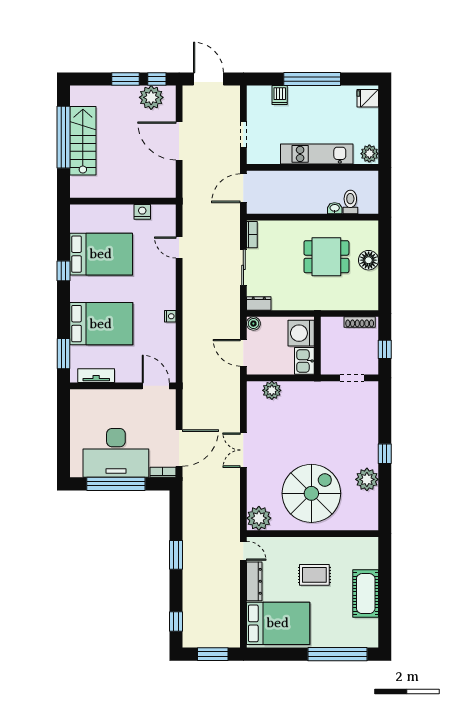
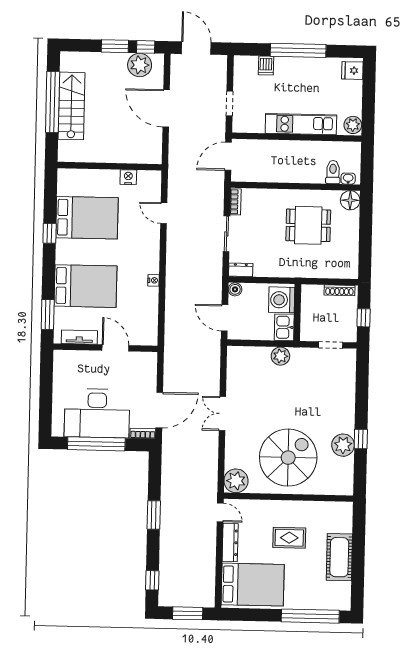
washbasin: (335, 208) -> (348, 179), moved
floor lamp: (369, 260) -> (350, 200), moved
door: (156, 386) -> (115, 348), moved
plant: (272, 390) -> (280, 356), moved
window: (385, 454) -> (361, 439), moved

